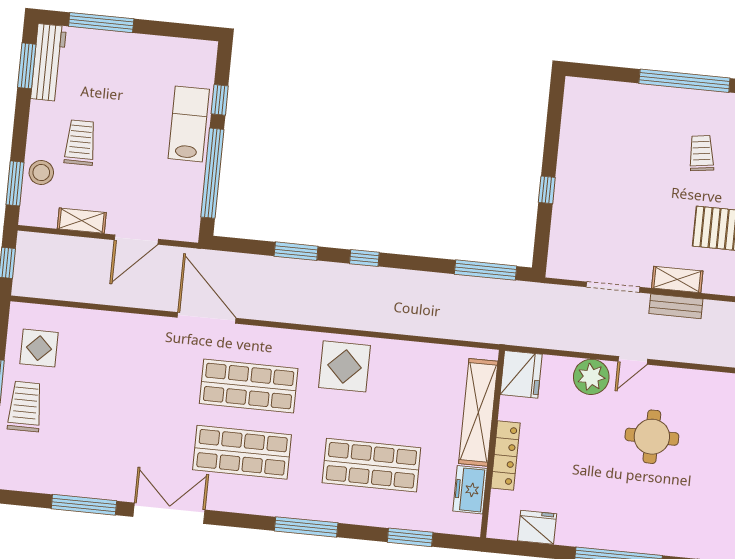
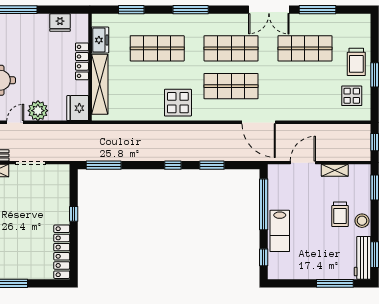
window: (220, 100) -> (264, 257), moved
locker: (574, 126) -> (62, 252), added
stool: (41, 172) -> (362, 221), moved
shop shelf: (113, 439) -> (305, 48), added

